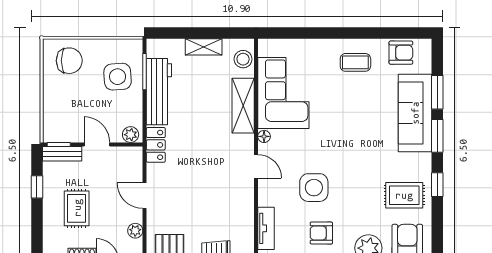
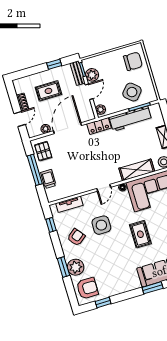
chair: (69, 61) -> (133, 61), turned -90
side table: (118, 77) -> (132, 92), turned 45
plant: (72, 132) -> (92, 75), added
window: (437, 185) -> (103, 302), moved
rug: (404, 195) -> (140, 234), moved
door: (145, 196) -> (67, 128), width x1.88
armchair: (321, 233) -> (76, 237), turned 52

